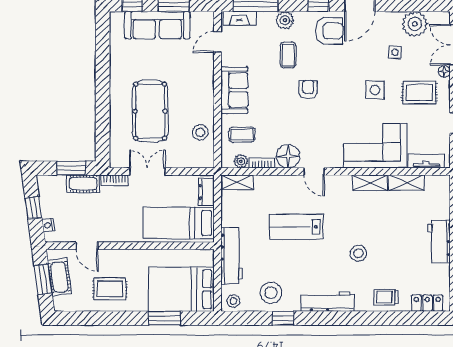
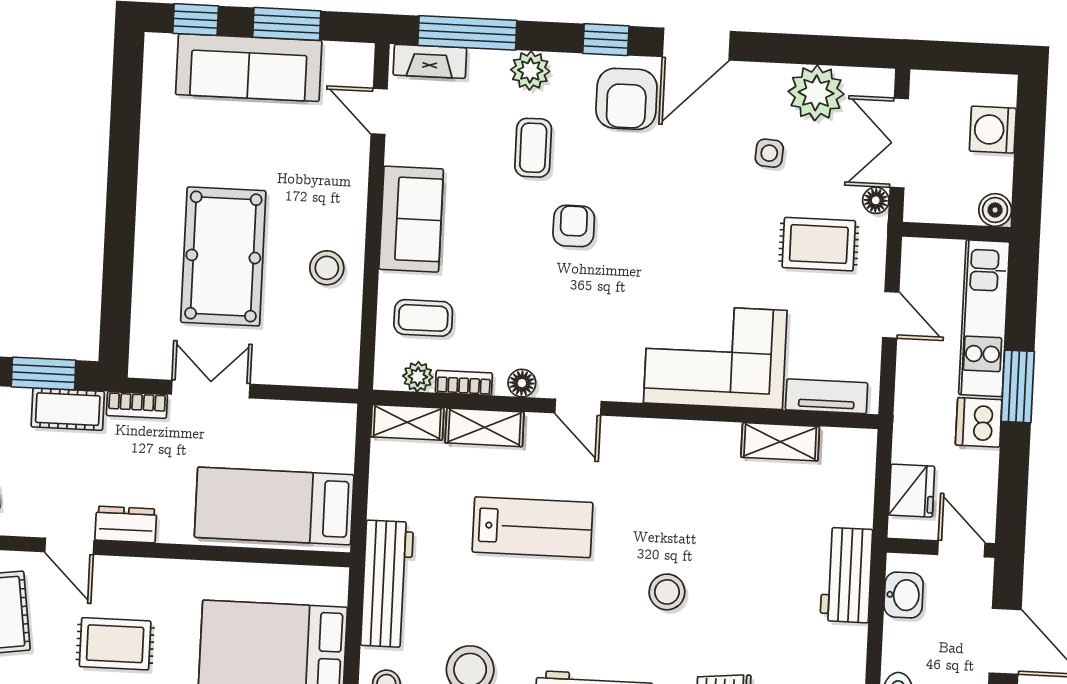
armchair: (329, 31) -> (626, 99), turned 90
door: (217, 42) -> (379, 111), hinge flipped
side table: (375, 90) -> (721, 234), removed
stool: (200, 132) -> (327, 268), moved
floor lamp: (288, 156) -> (522, 383), width x0.53, depth x0.53
shelving: (370, 183) -> (485, 427), moved
dresser: (206, 192) -> (126, 524), moved, turned 90
lab bench: (296, 227) -> (533, 527), turned 180

